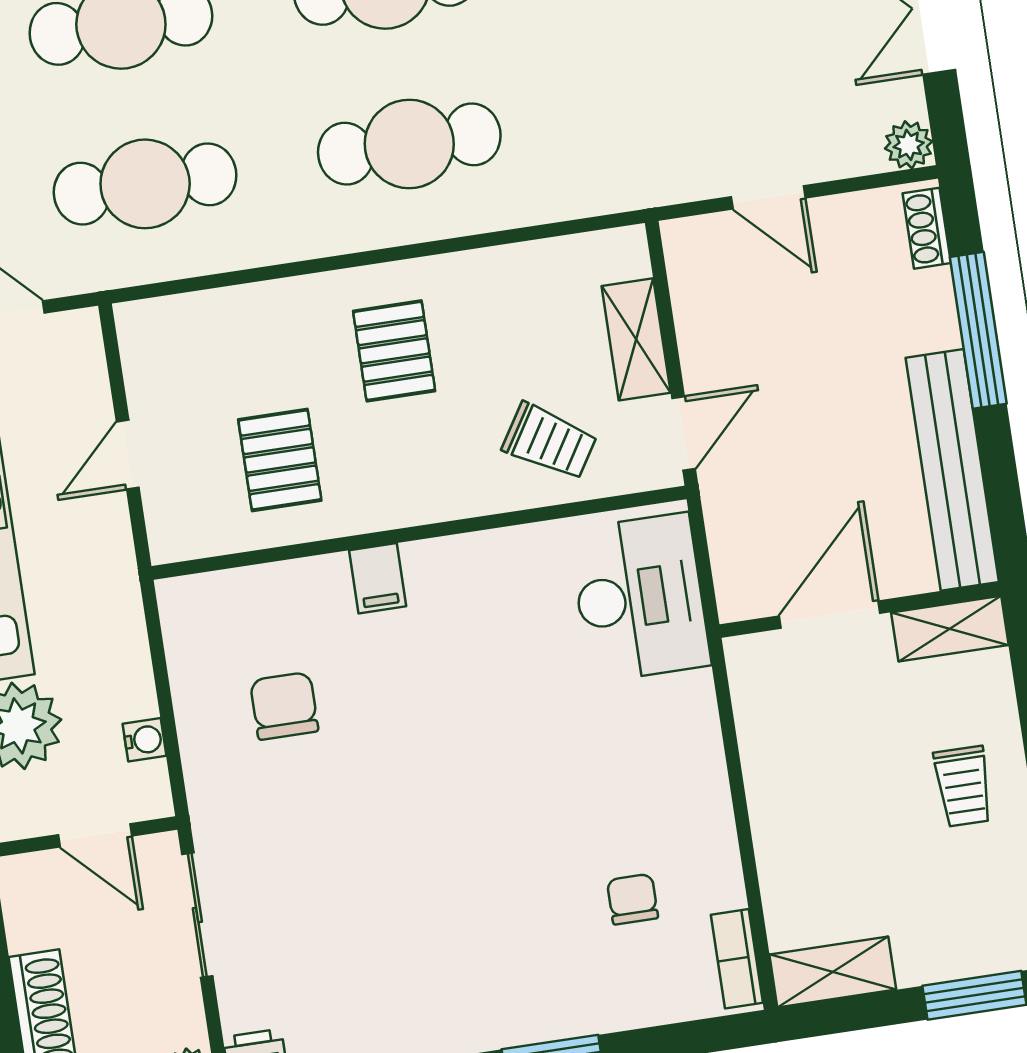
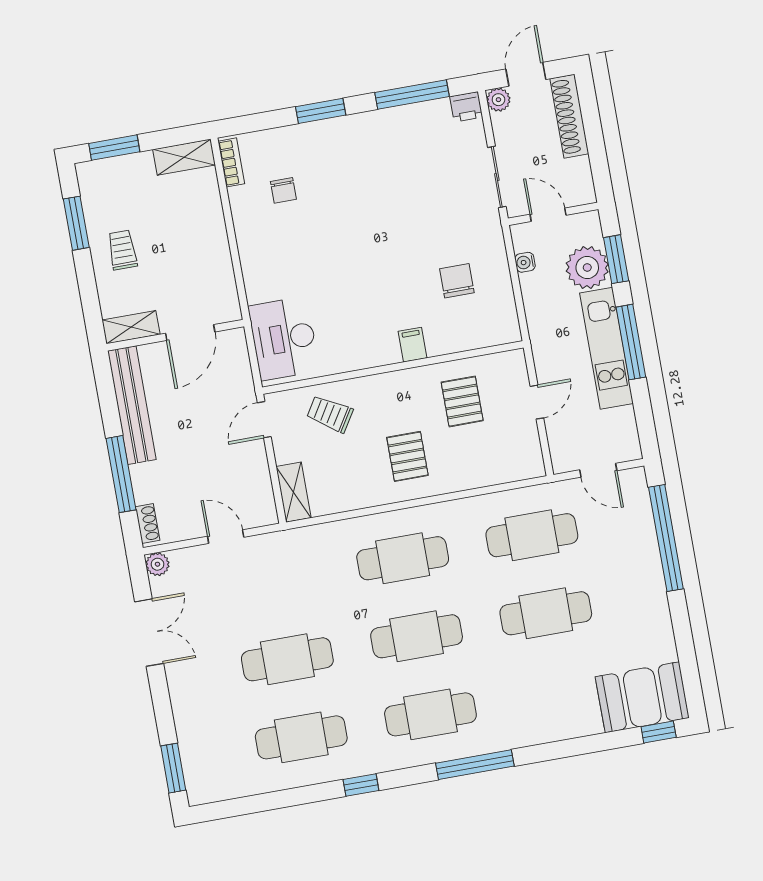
shelving: (636, 339) -> (294, 492), moved
chair: (284, 706) -> (457, 281), turned 180

